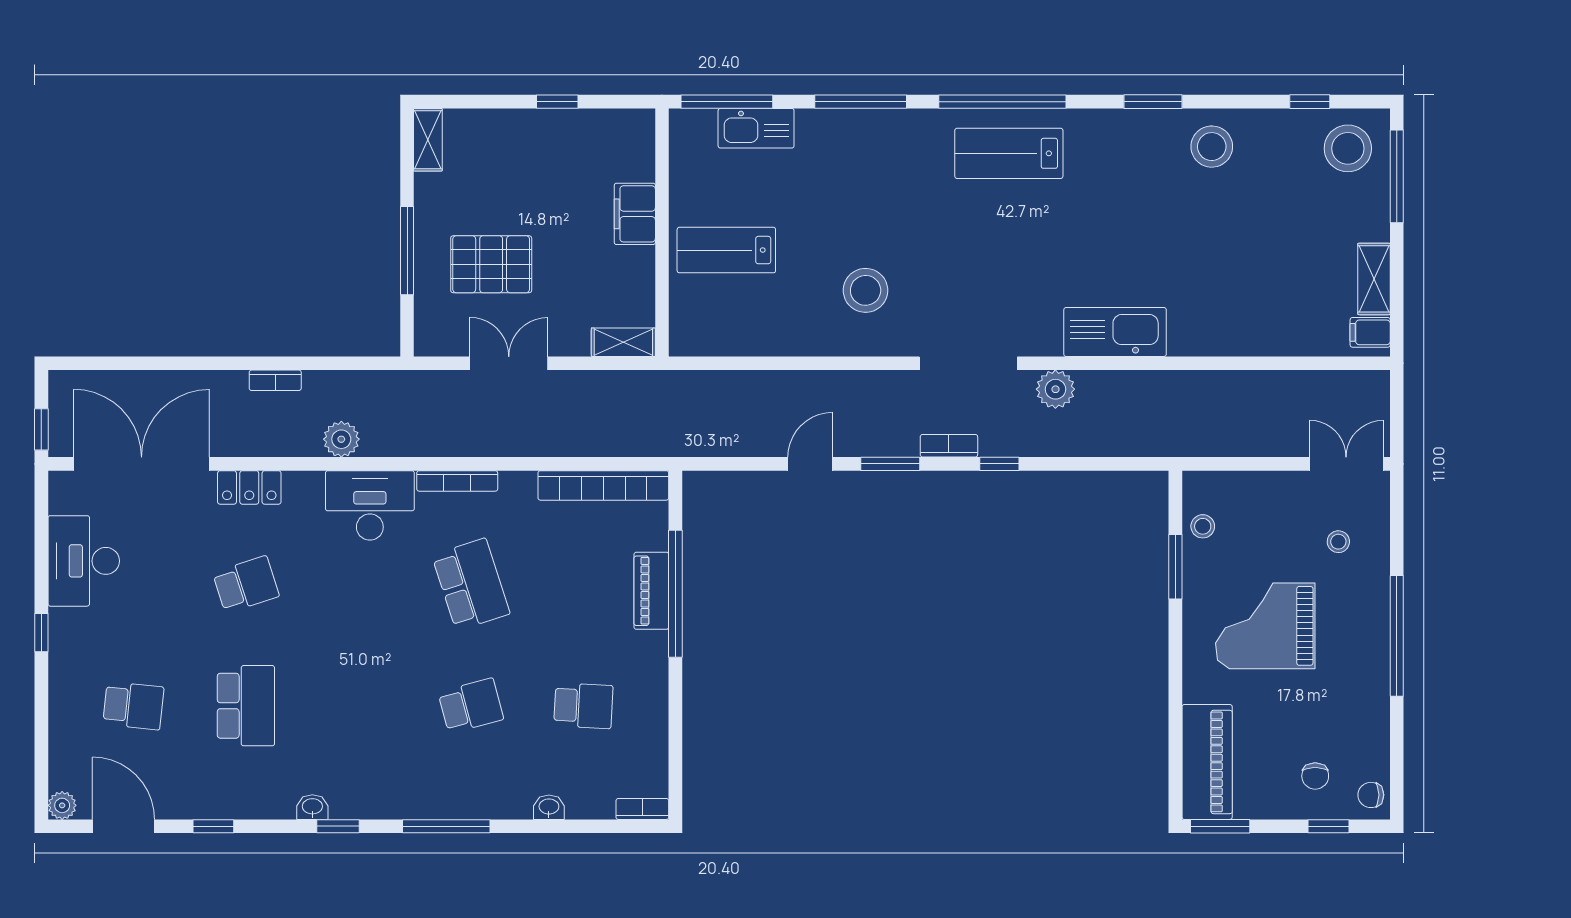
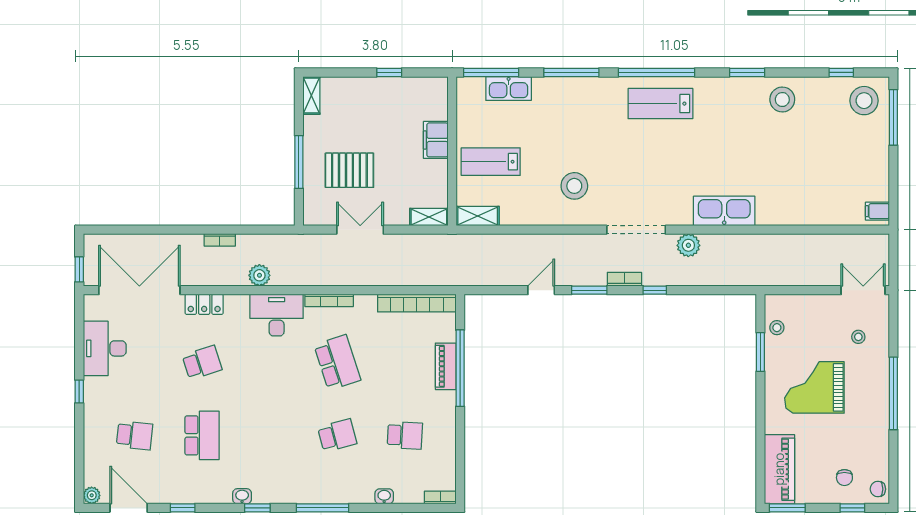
shelving: (1374, 279) -> (478, 216), moved, turned 90

